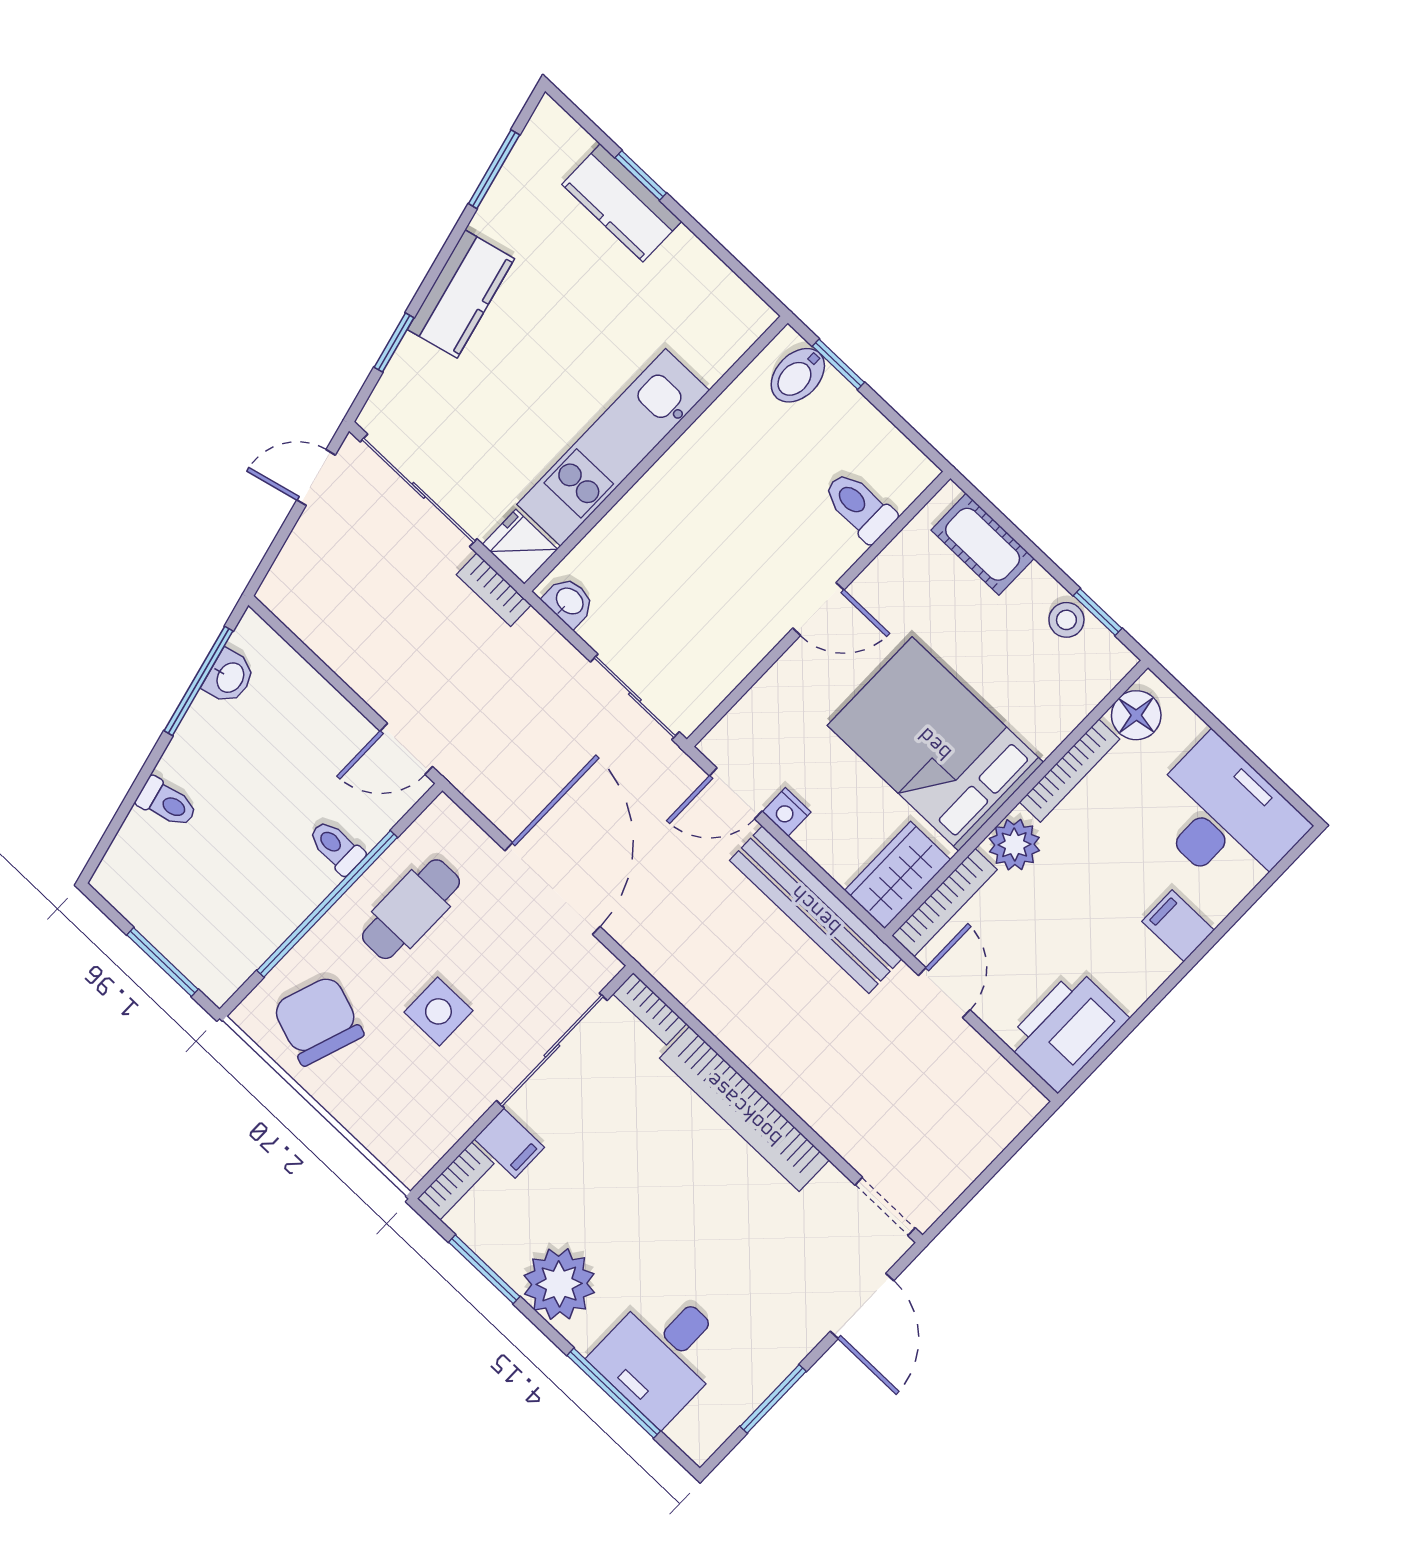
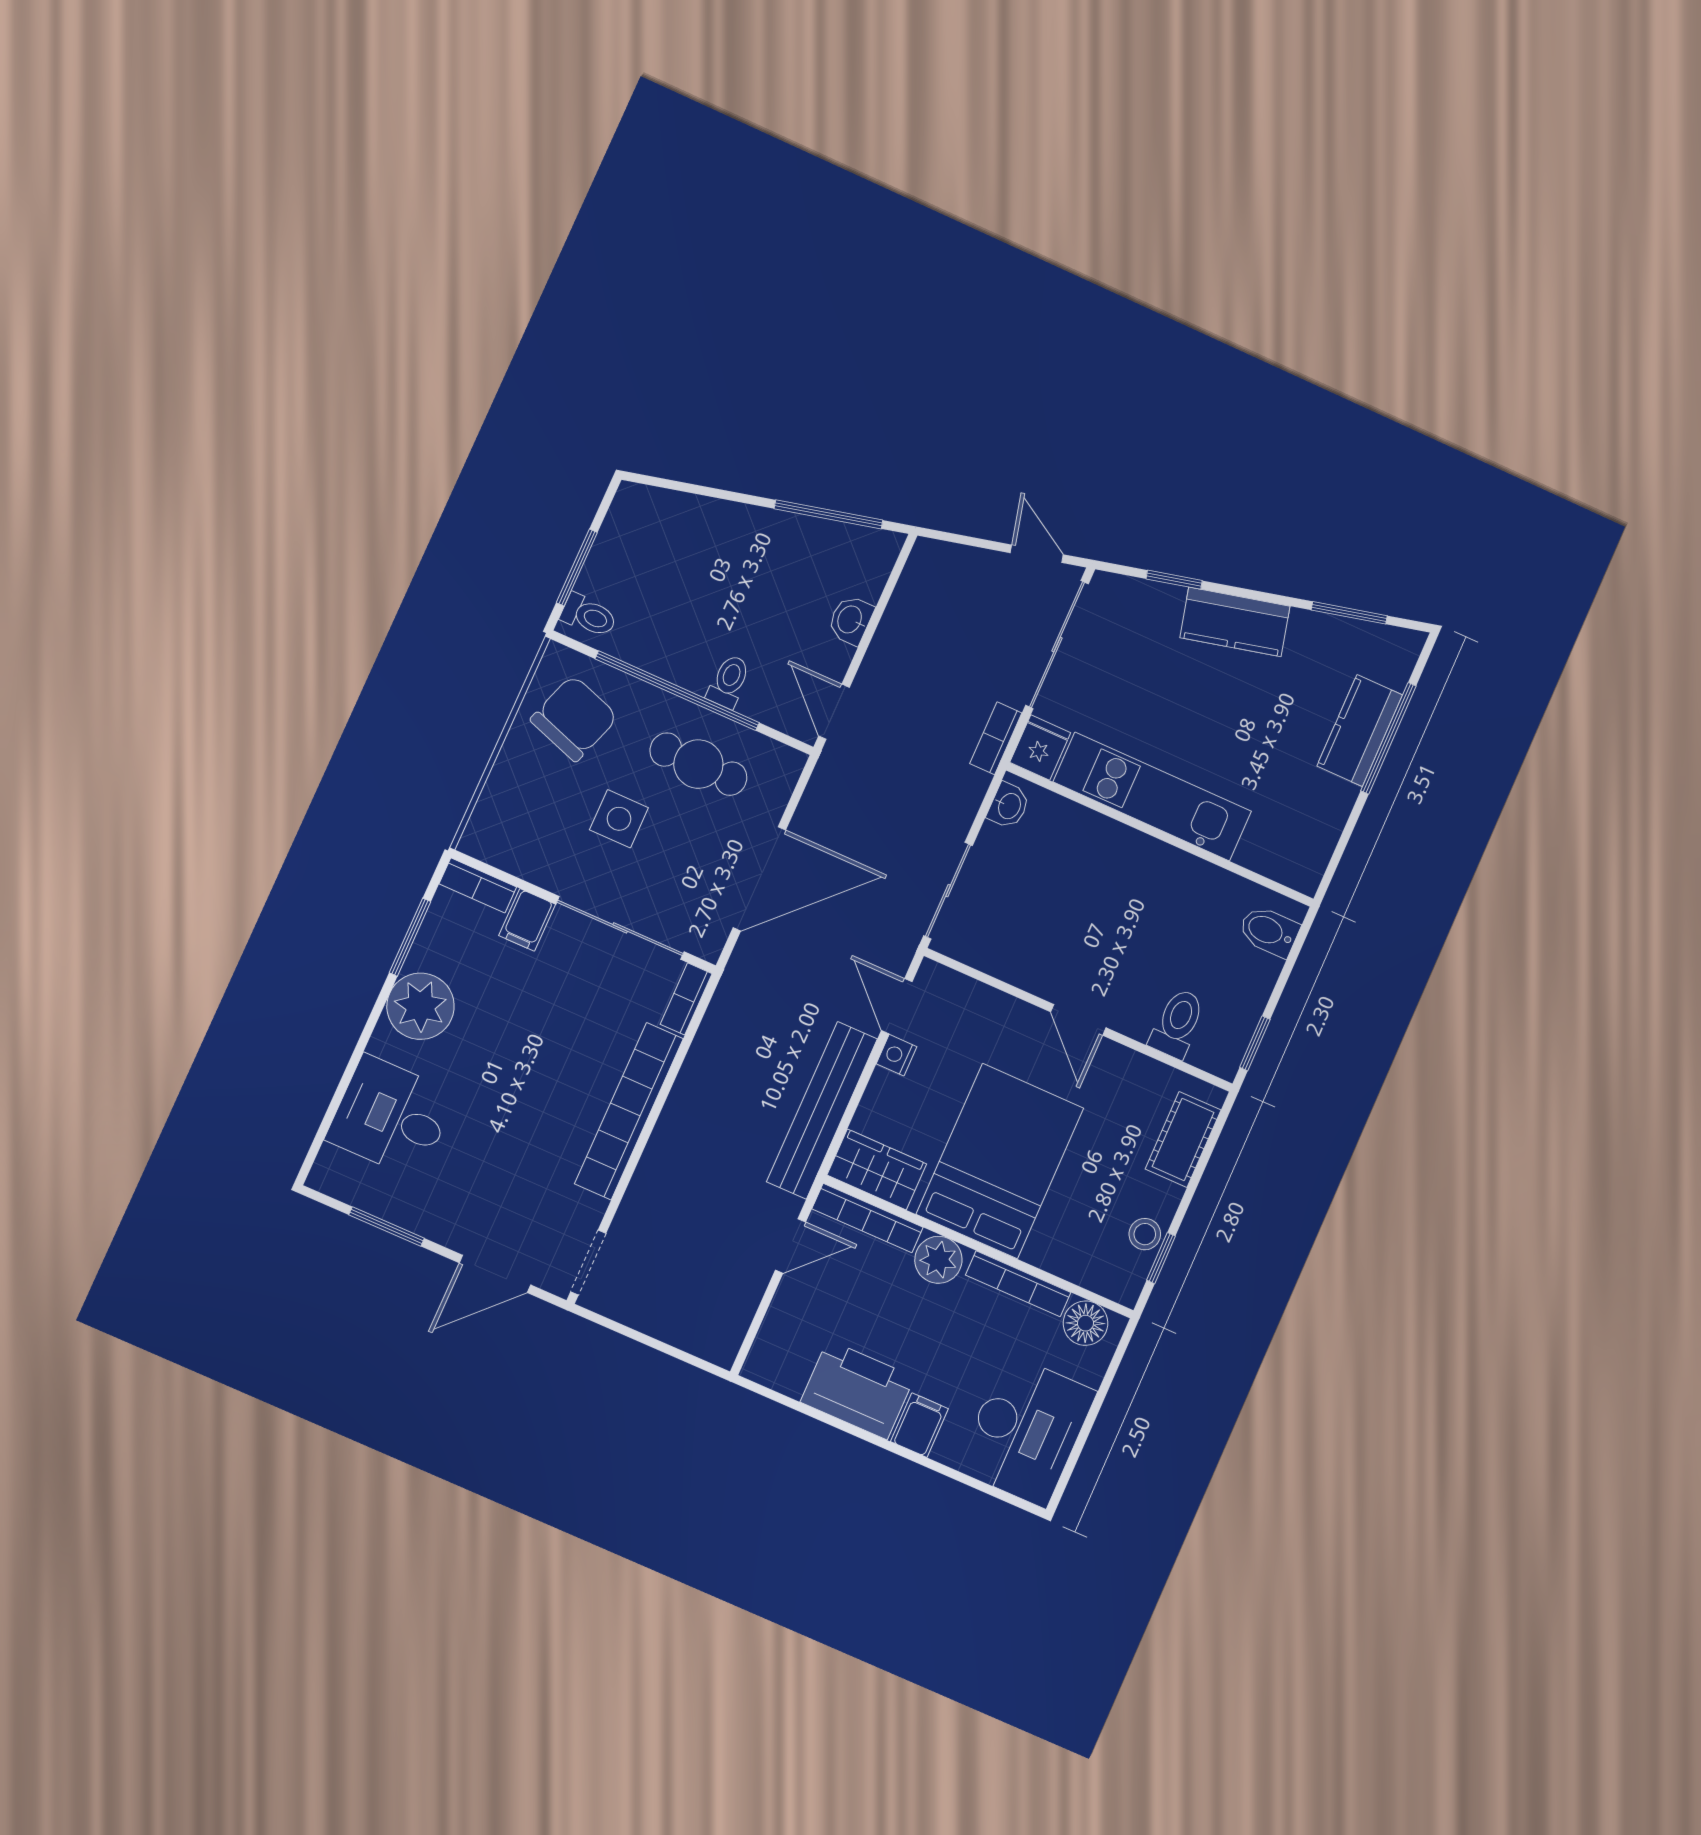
window: (641, 175) -> (1388, 738), width x2.17
window: (838, 364) -> (1255, 1043), moved
washbasin: (229, 677) -> (851, 620), moved, turned 104
toilet: (167, 803) -> (589, 615), moved, turned -76
printer: (1067, 1030) -> (857, 1390), moved
window: (614, 1393) -> (342, 1087), removed

